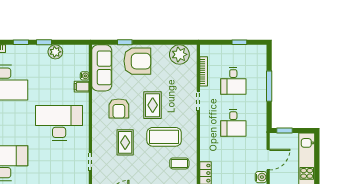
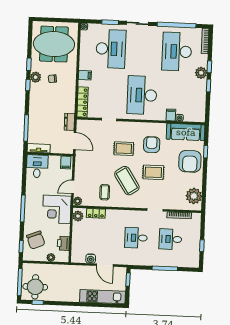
plant: (55, 52) -> (201, 73), moved
armchair: (119, 109) -> (152, 145), turned 90
desk: (59, 123) -> (142, 95), turned 180
coffee table: (164, 137) -> (127, 181), turned -33

